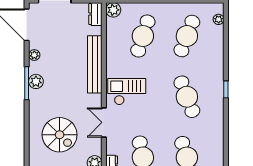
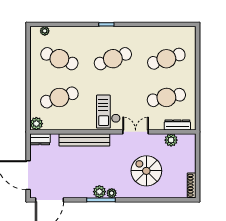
cafe table: (143, 36) -> (59, 97), turned -36
plant: (34, 55) -> (112, 193), moved
double door: (104, 122) -> (136, 132), swing flipped
spiral stairs: (60, 135) -> (146, 171), turned -90

